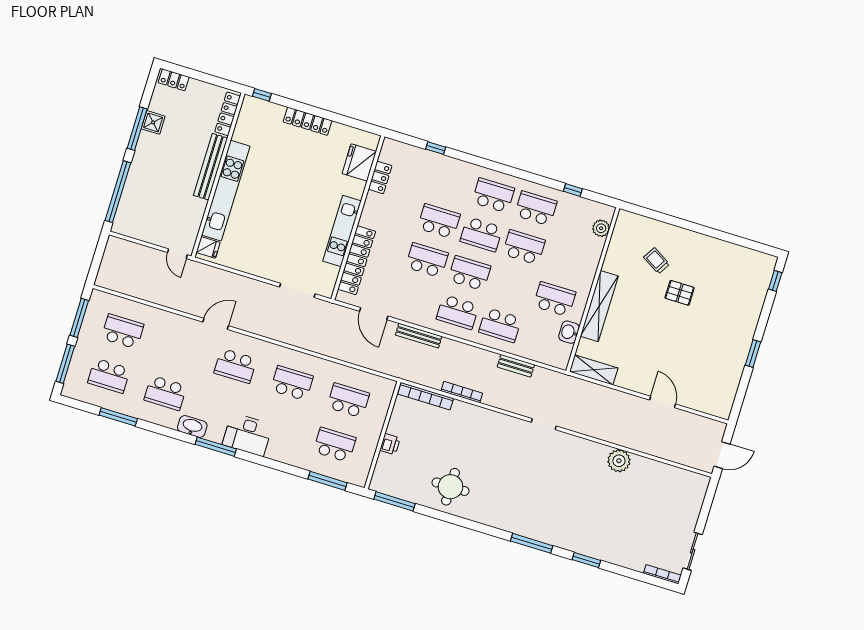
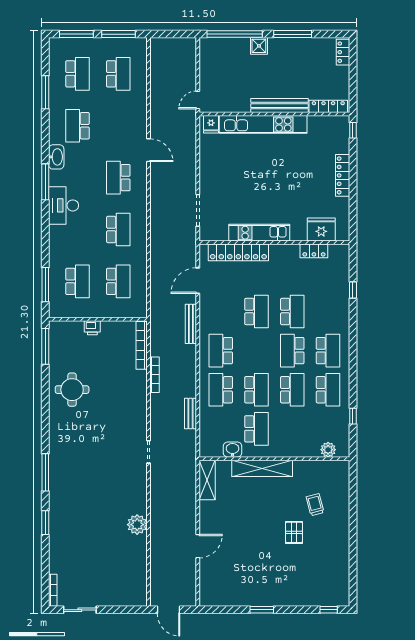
shower: (153, 122) -> (259, 46), moved
trolley: (656, 261) -> (315, 505), turned -46
school desk: (469, 273) -> (256, 390), moved
school desk: (109, 376) -> (78, 74), turned 180

